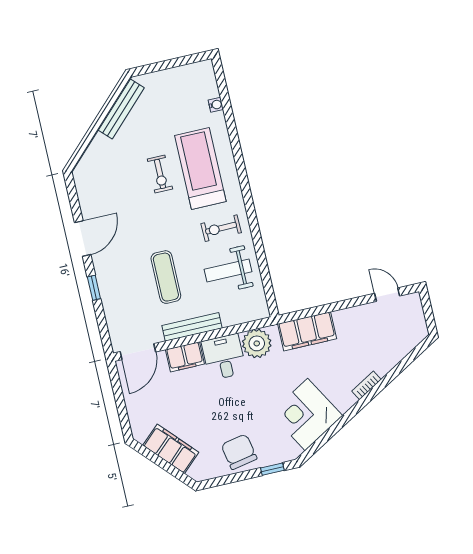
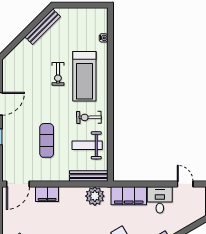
treadmill: (200, 168) -> (84, 76), turned 180
bench: (192, 327) -> (89, 176), moved
desk: (224, 357) -> (160, 200), moved

